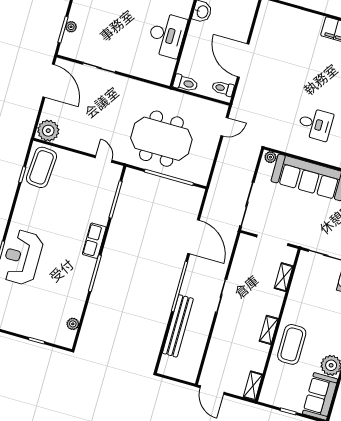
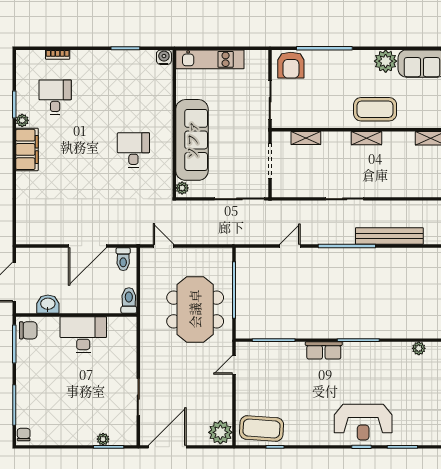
door: (194, 237) -> (290, 246), width x0.53

